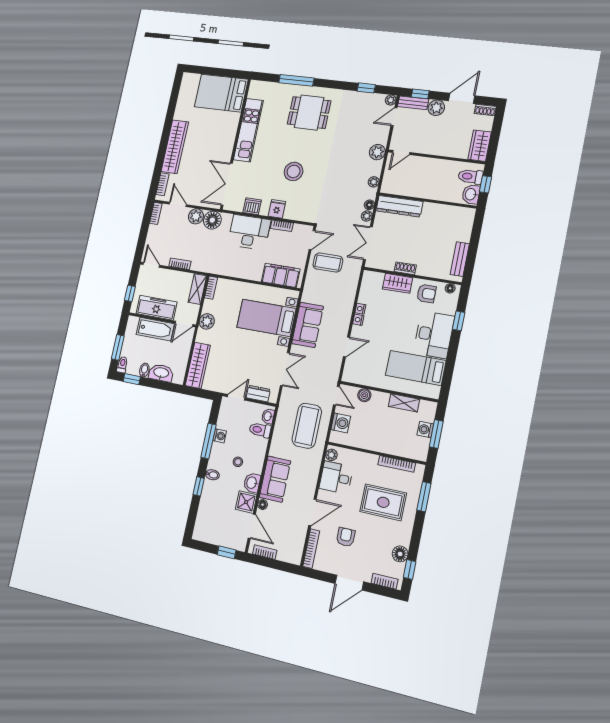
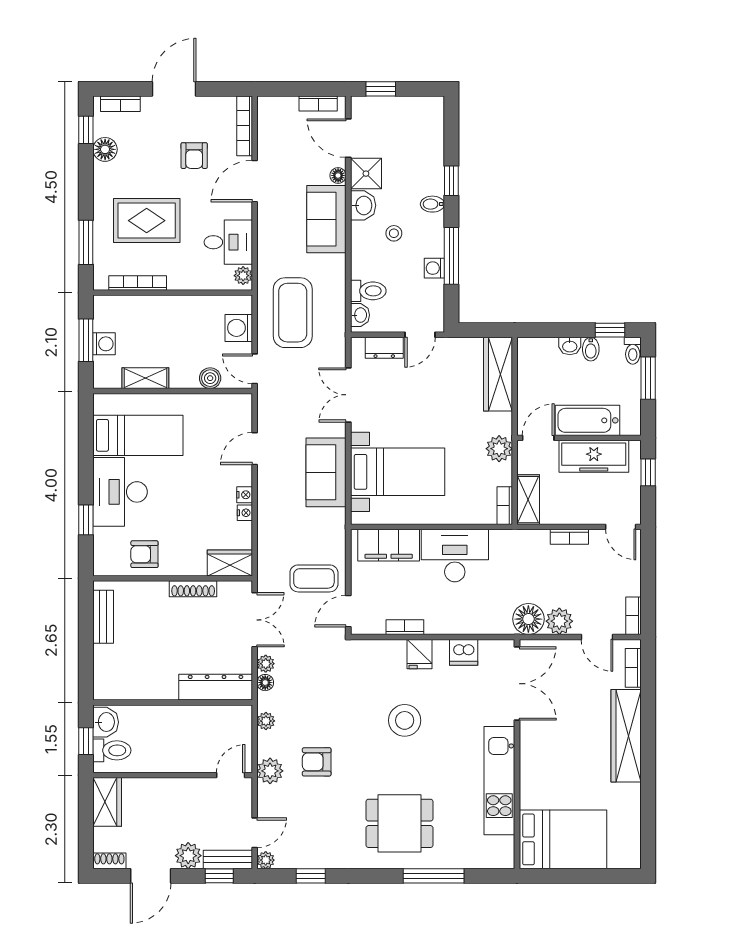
armchair: (349, 154) -> (317, 762), added
desk: (249, 232) -> (455, 556), moved, turned 180
shoe rack: (405, 268) -> (193, 589), width x1.43
wardrobe: (397, 283) -> (230, 563), moved
floor lamp: (450, 288) -> (109, 568), removed
washbasin: (161, 373) -> (570, 346), width x0.52, depth x0.69

